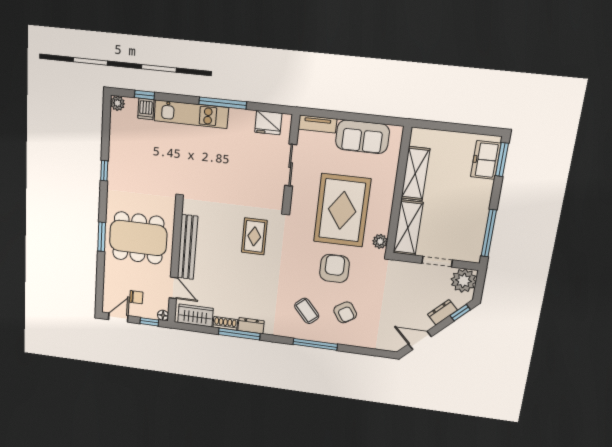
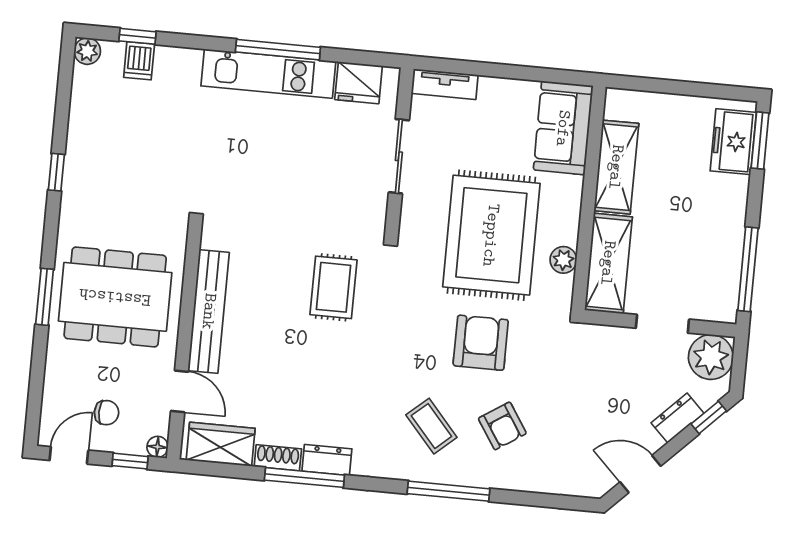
kitchen unit: (191, 114) -> (268, 74), moved
sofa: (362, 137) -> (563, 128), moved, turned 90
plant: (380, 241) -> (563, 260), moved

